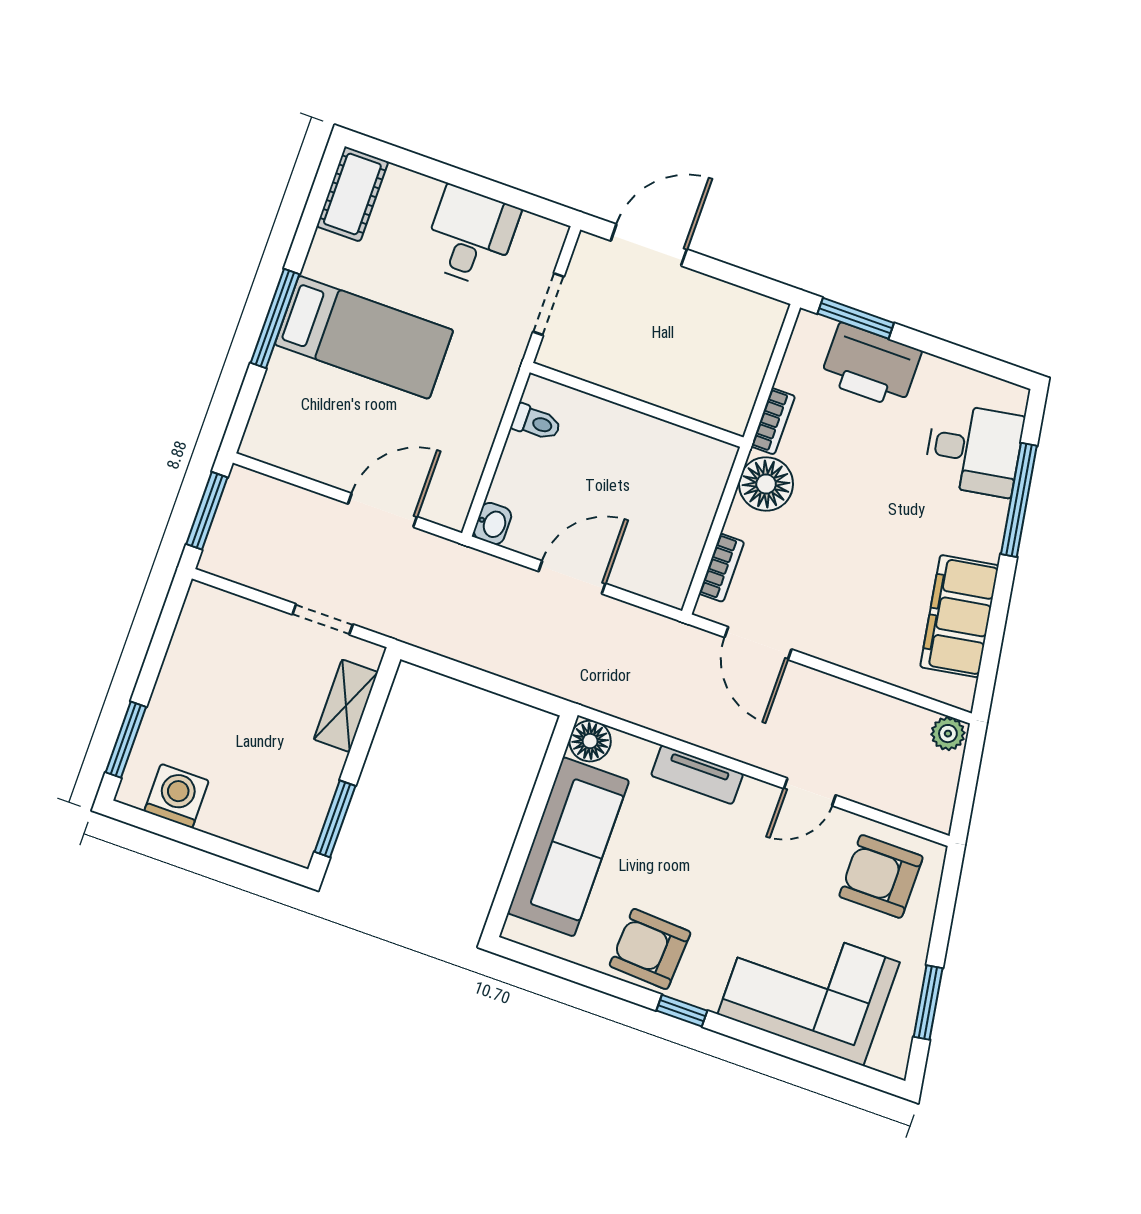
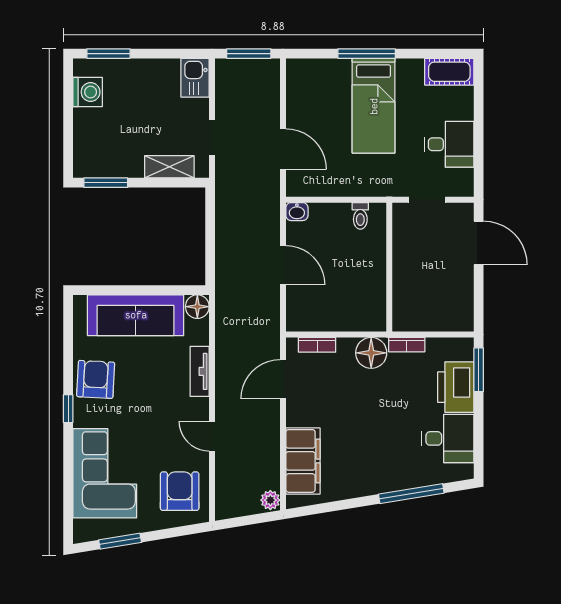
desk: (974, 450) -> (448, 438), moved, turned -81
kitchen sink: (215, 612) -> (195, 78), added
filing cabinet: (959, 616) -> (303, 461), moved, turned 99

